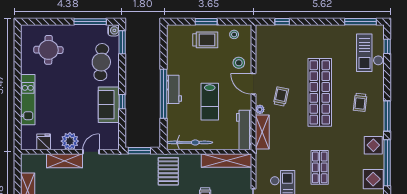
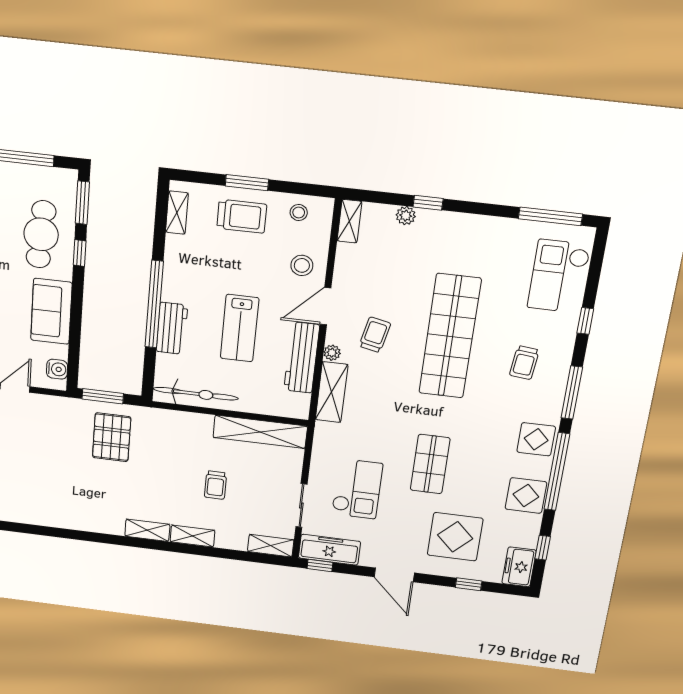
window: (282, 22) -> (428, 203), moved
water cooler: (113, 30) -> (57, 369), moved
plant: (288, 30) -> (406, 216), added
shelving: (260, 36) -> (349, 221), added
shelving: (172, 42) -> (177, 213), added
window: (387, 46) -> (585, 321), moved
door: (253, 84) -> (326, 306), hinge flipped
workbench: (174, 89) -> (172, 328), moved
window: (122, 102) -> (80, 253), moved
workbench: (244, 130) -> (302, 358), moved
pallet: (168, 171) -> (112, 437), moved

